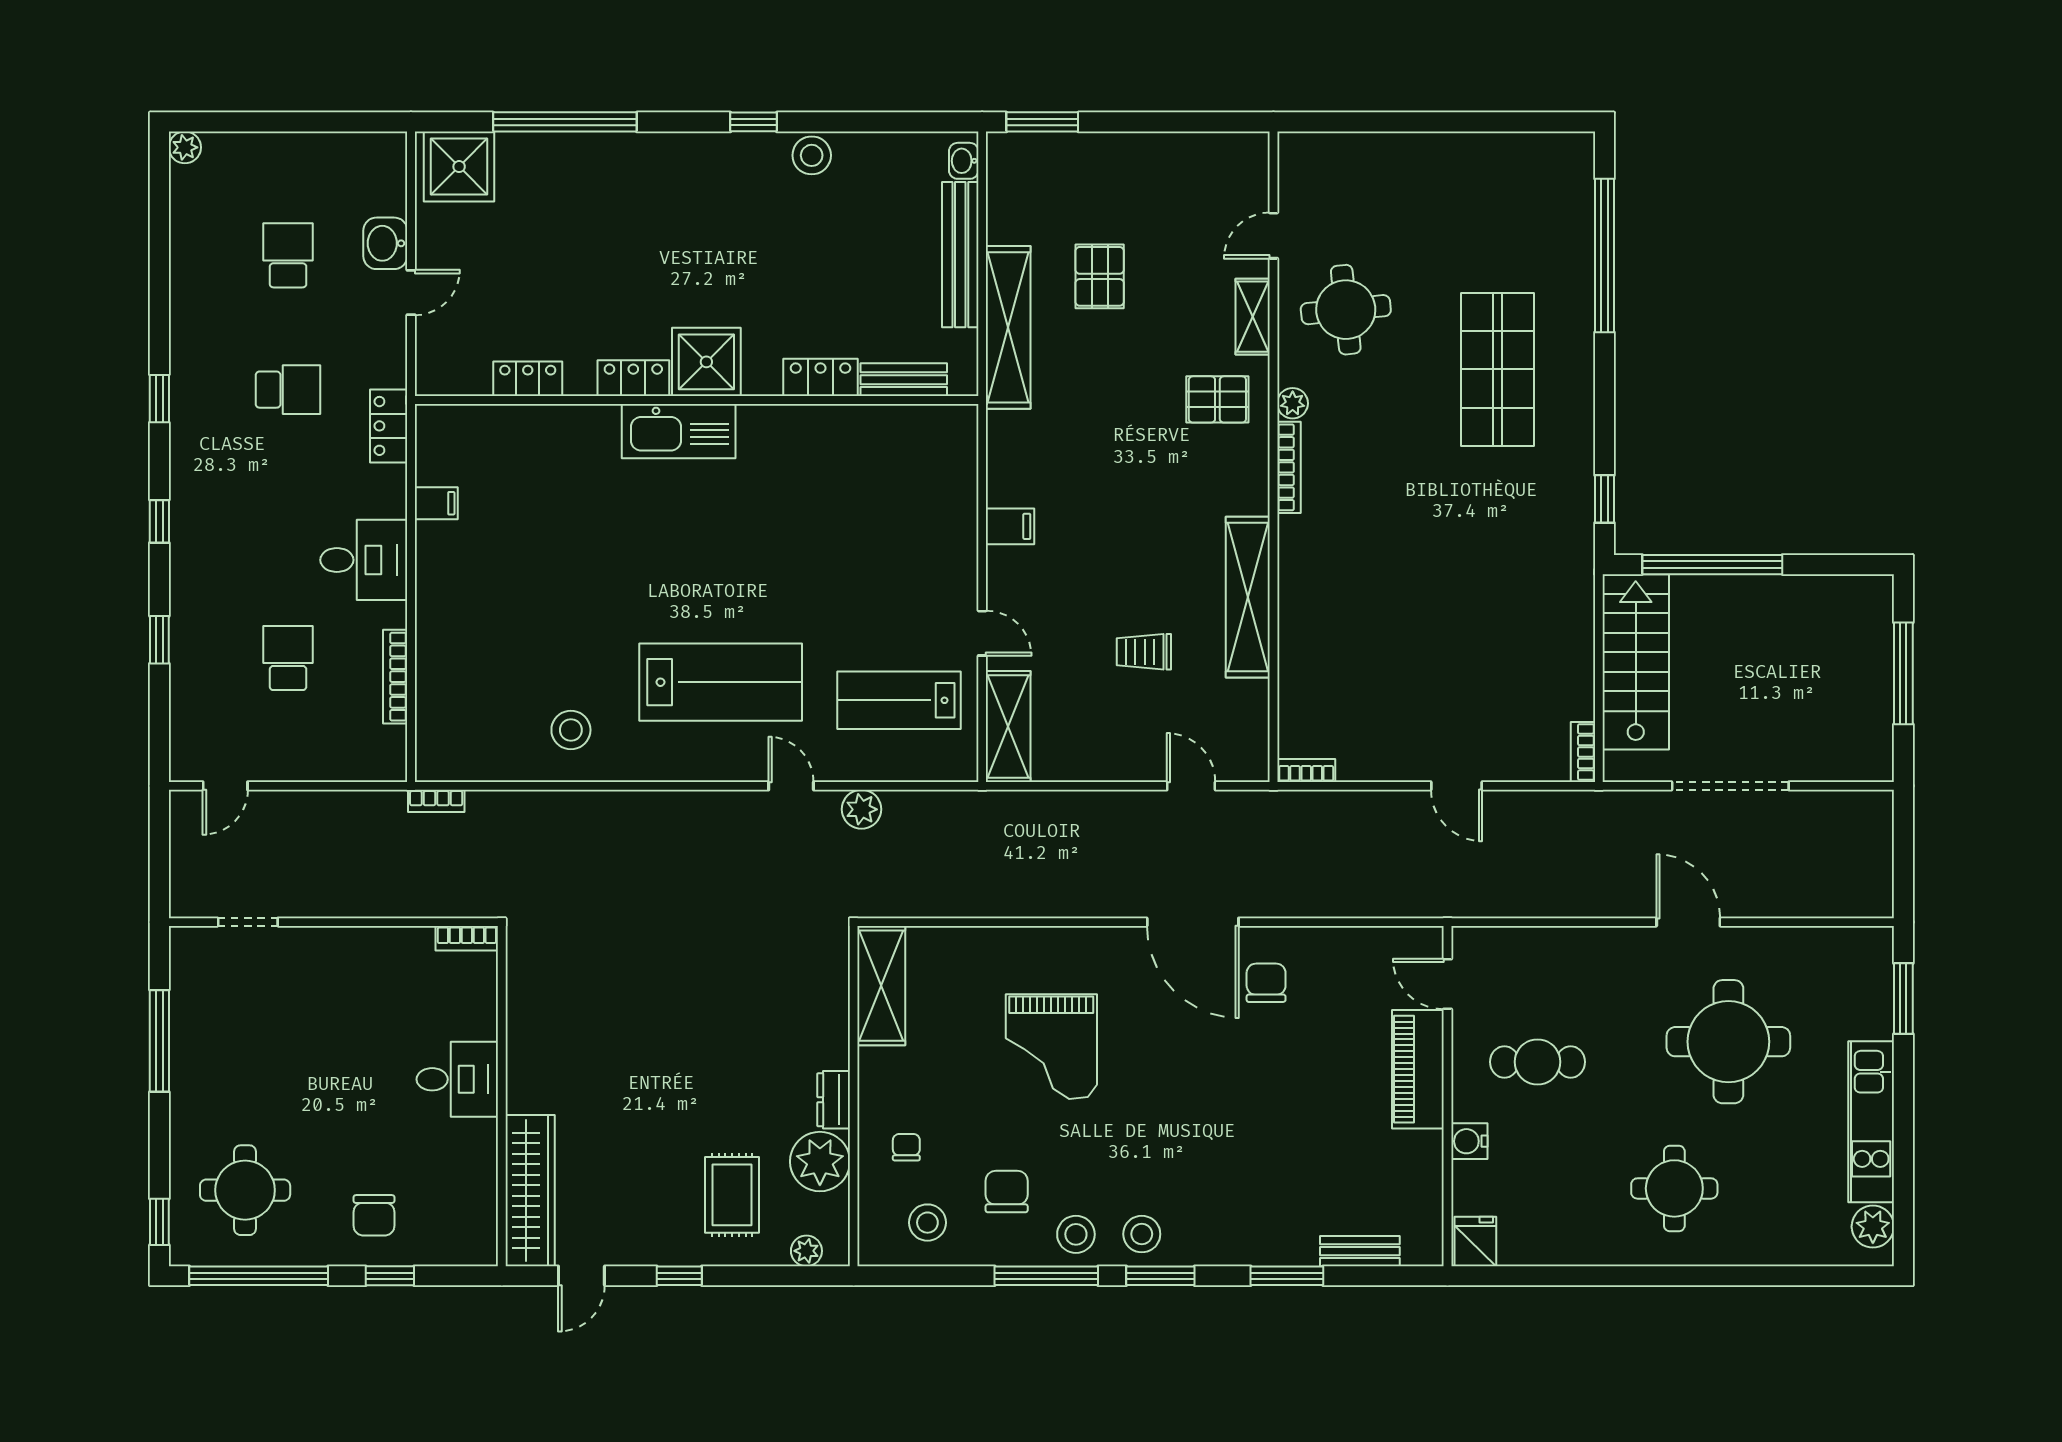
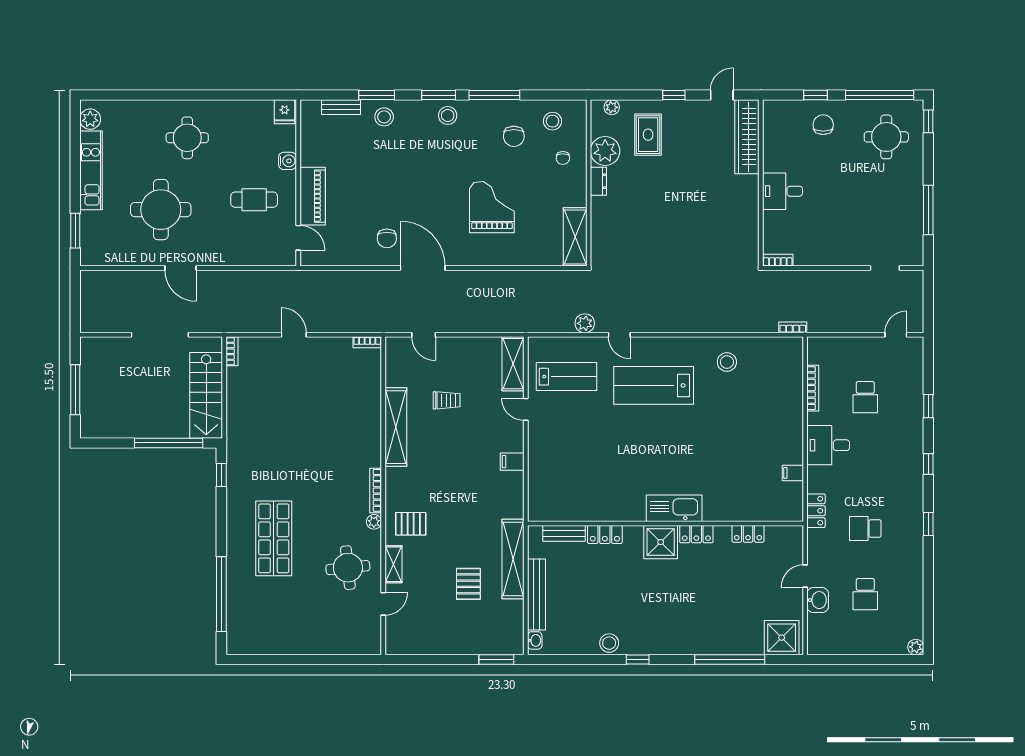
stool: (1076, 1234) -> (384, 117), moved

